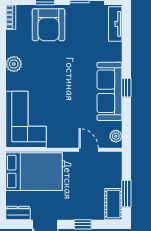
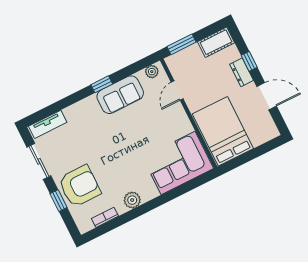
bookcase: (11, 17) -> (105, 217), moved
sofa: (110, 91) -> (120, 95), width x0.73
window: (126, 194) -> (182, 44), moved
dresser: (18, 213) -> (242, 72), moved

